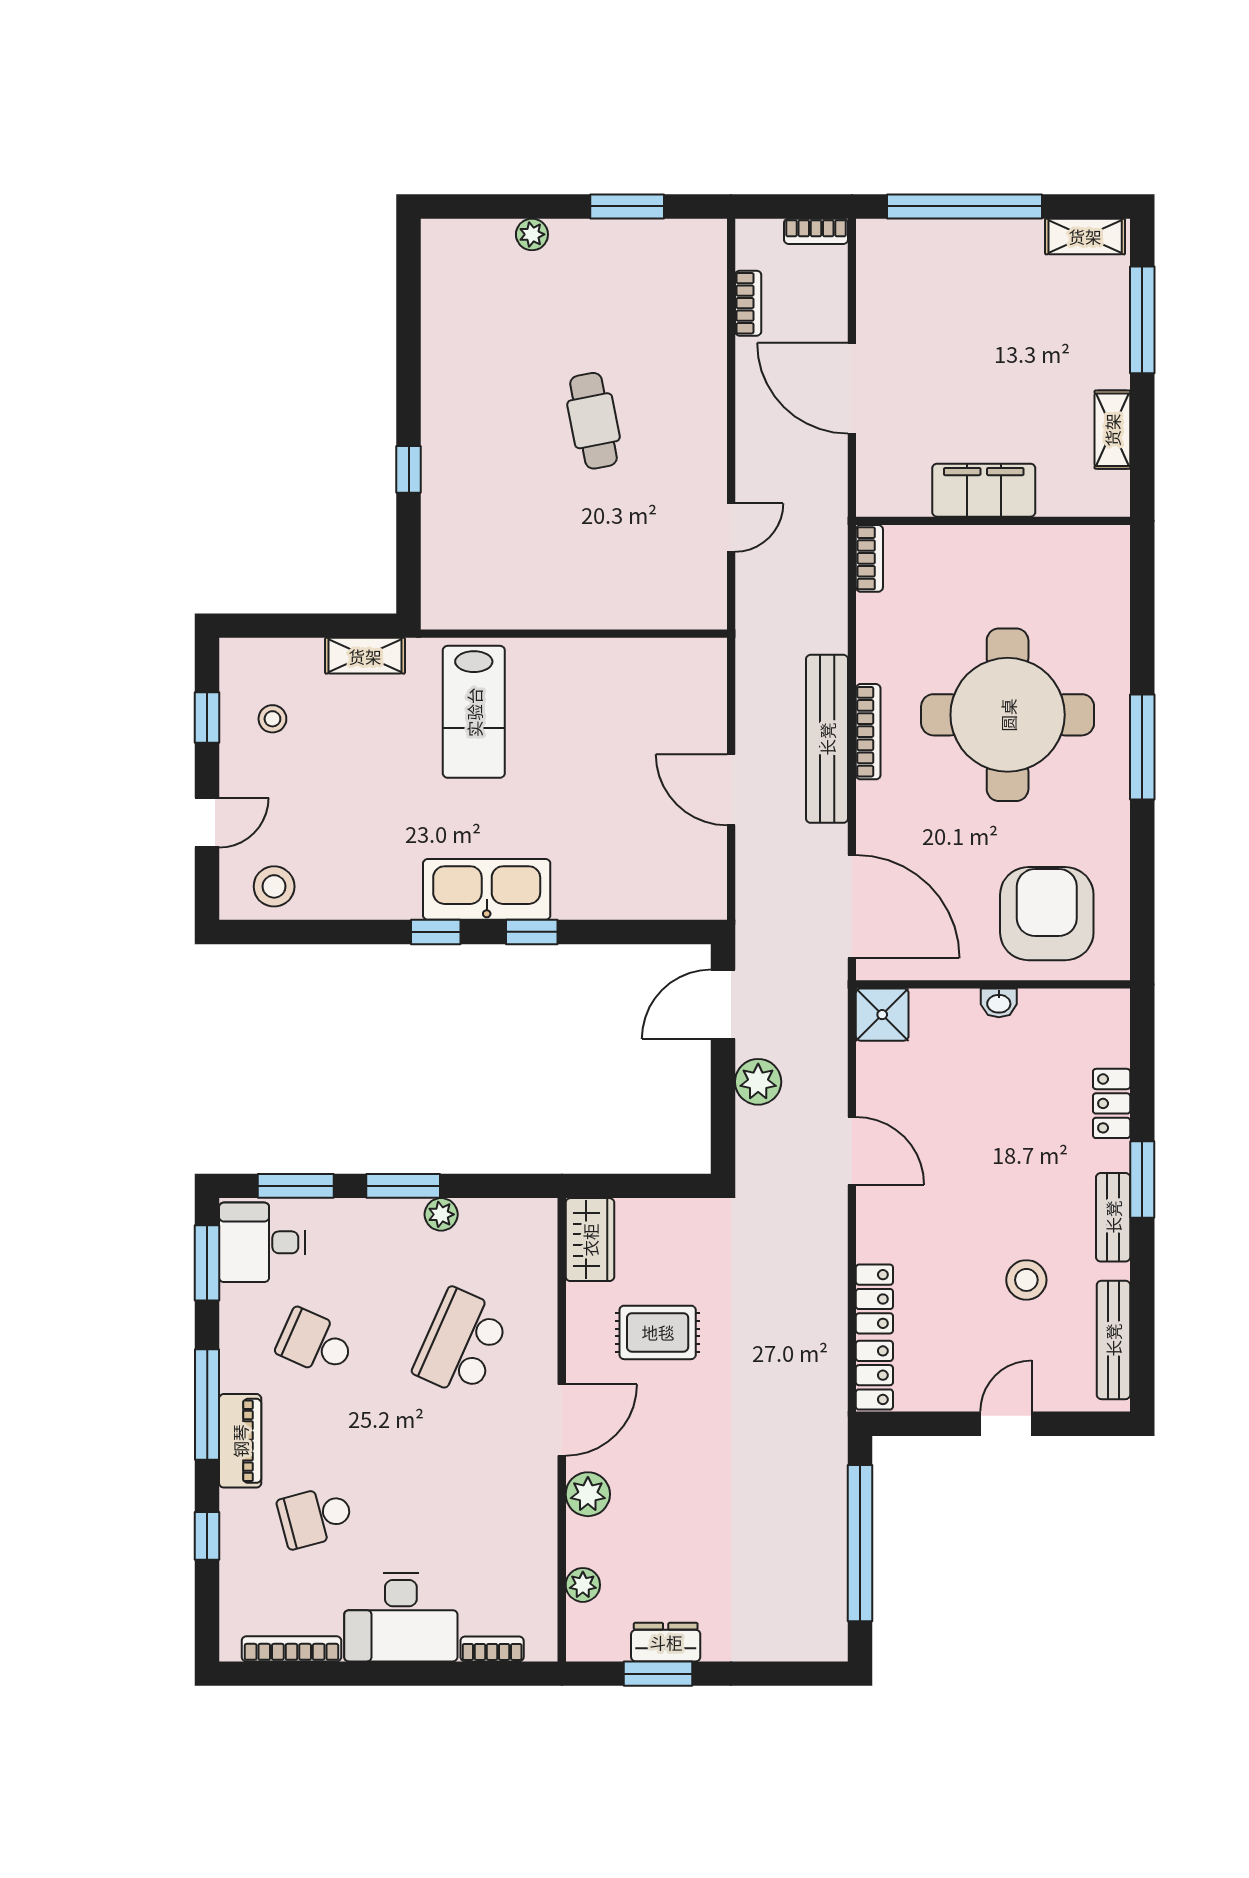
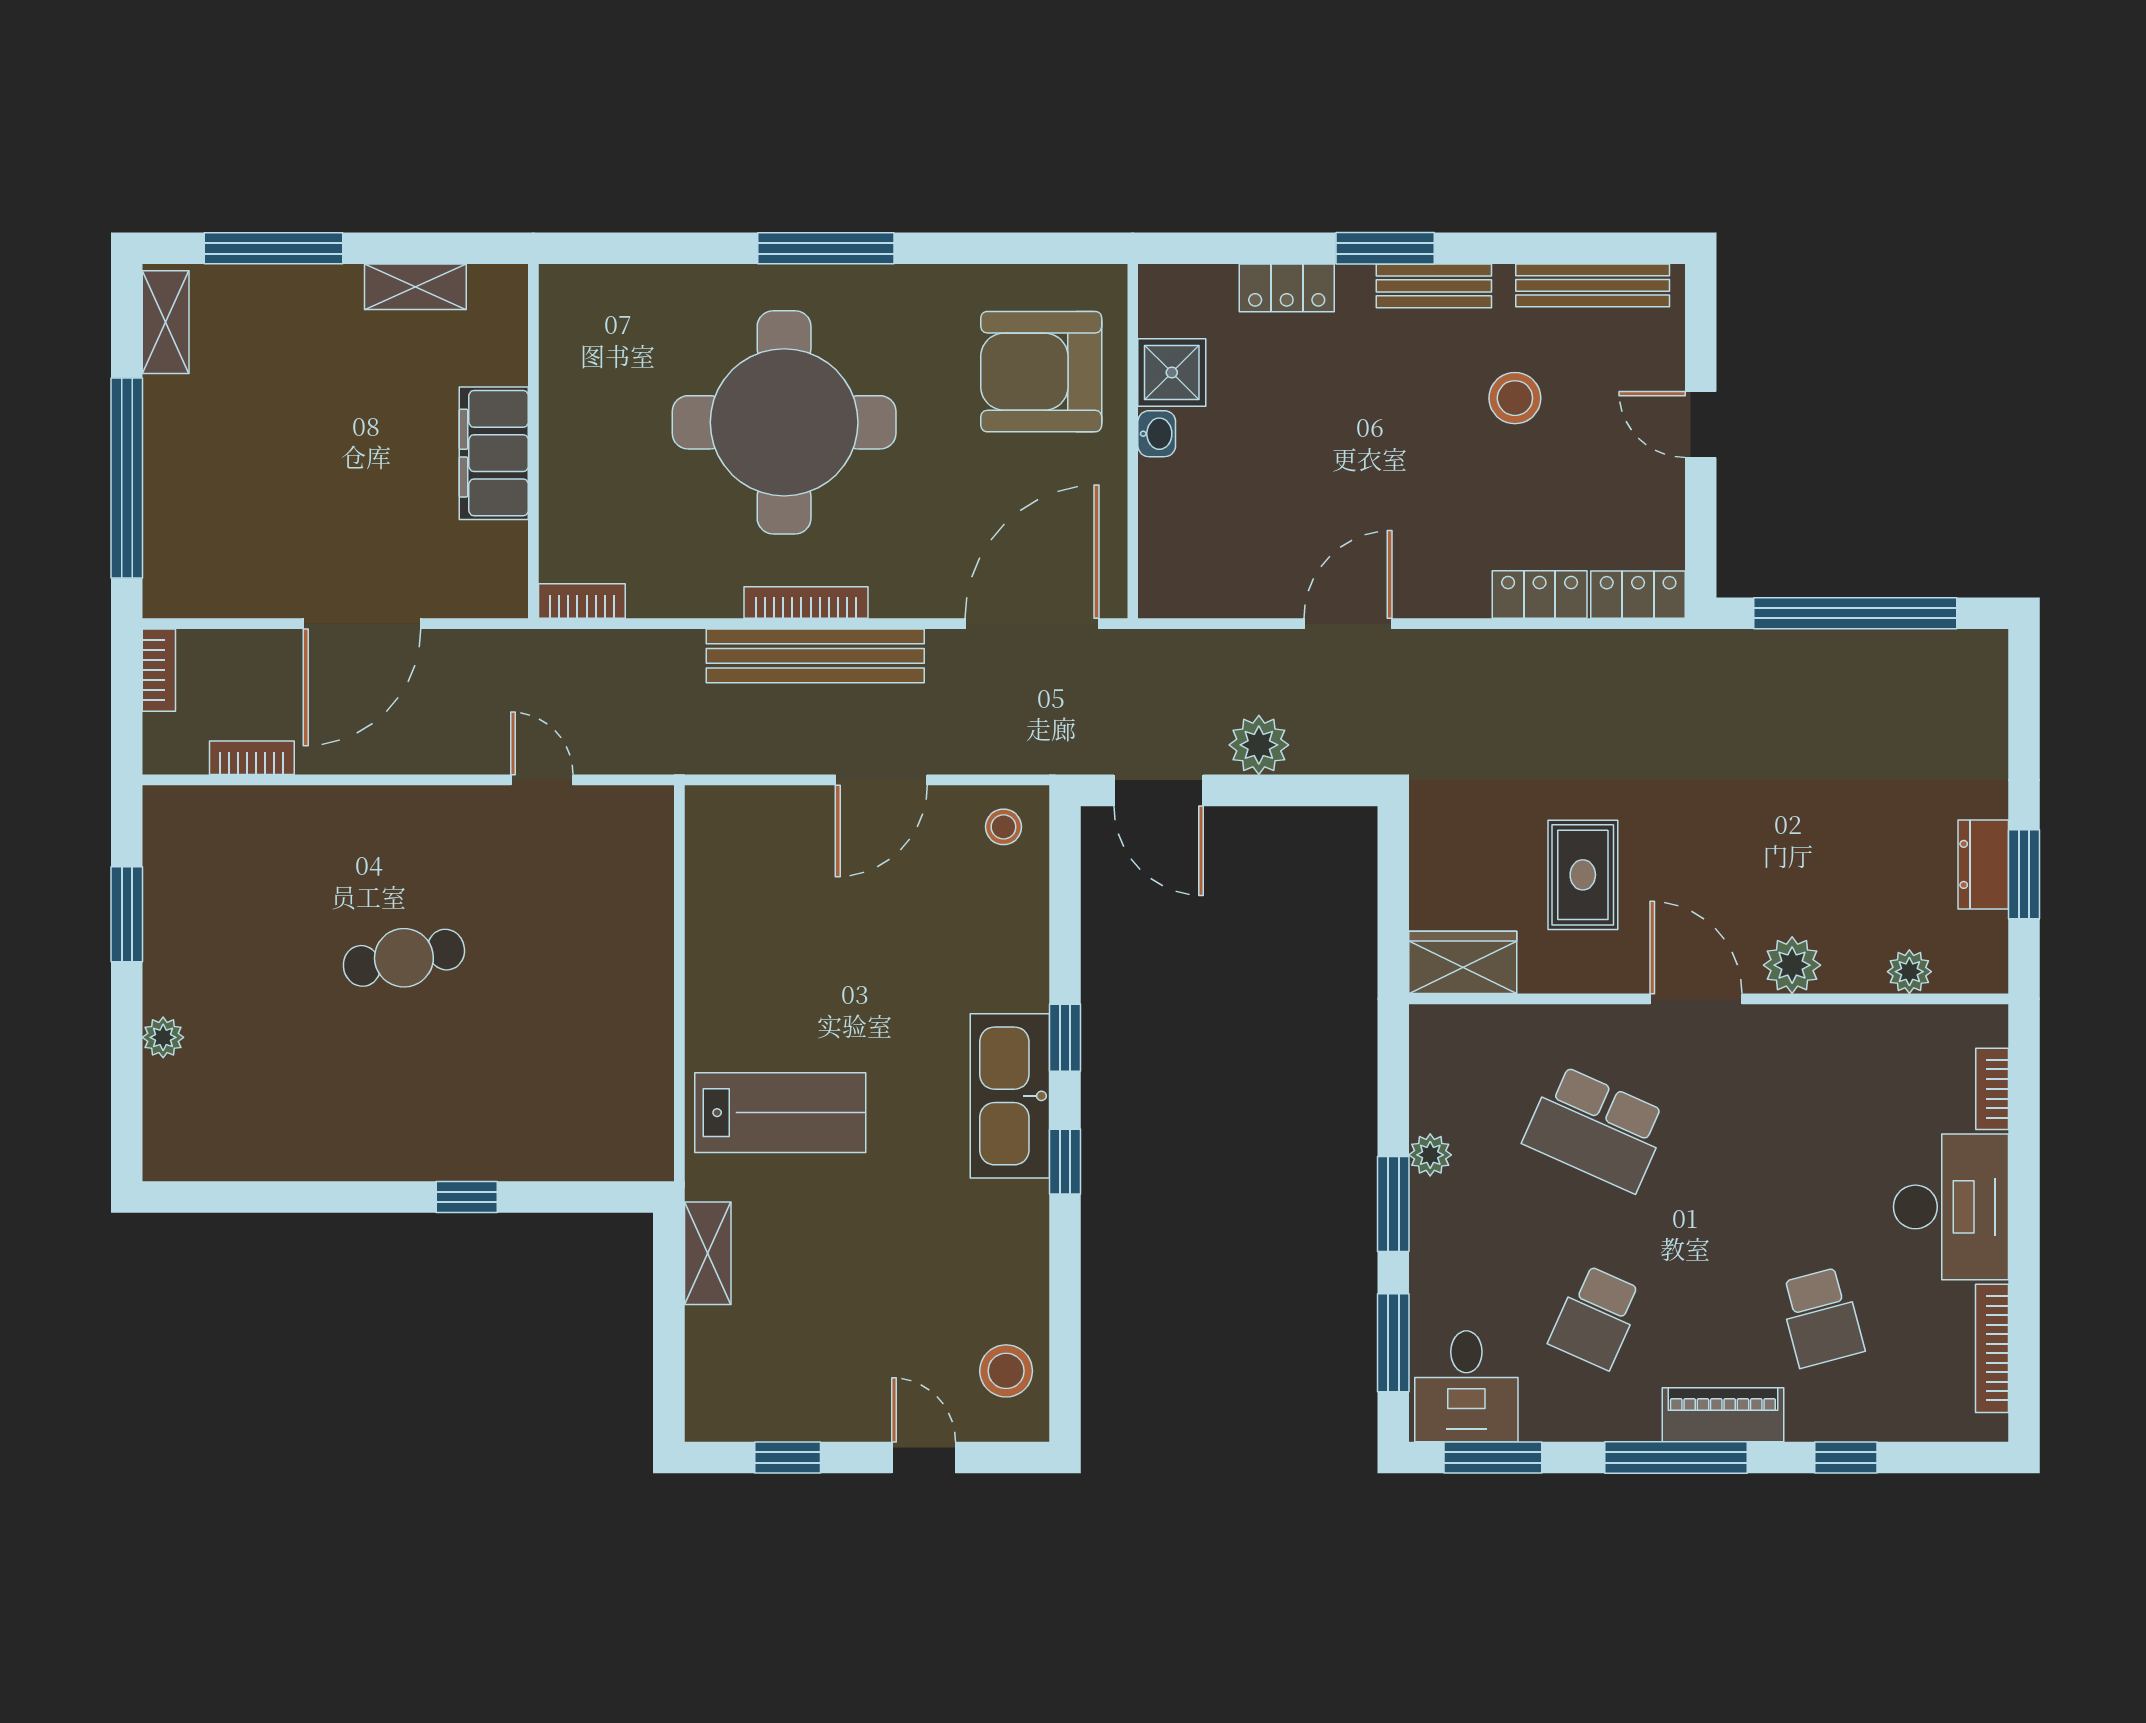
stool: (272, 719) -> (1003, 827), moved
shower: (882, 1015) -> (1172, 372), moved

